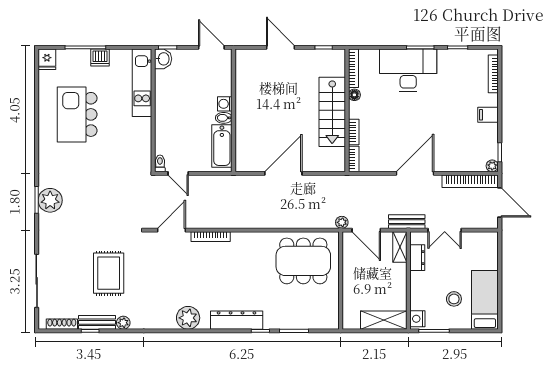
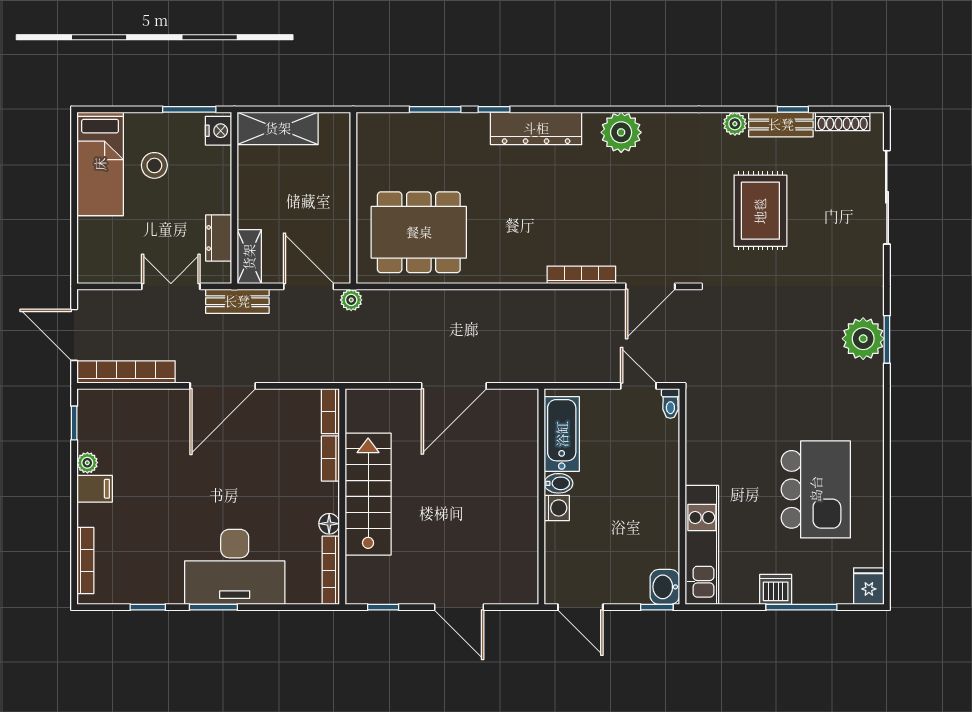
plant: (492, 166) -> (87, 463), moved

